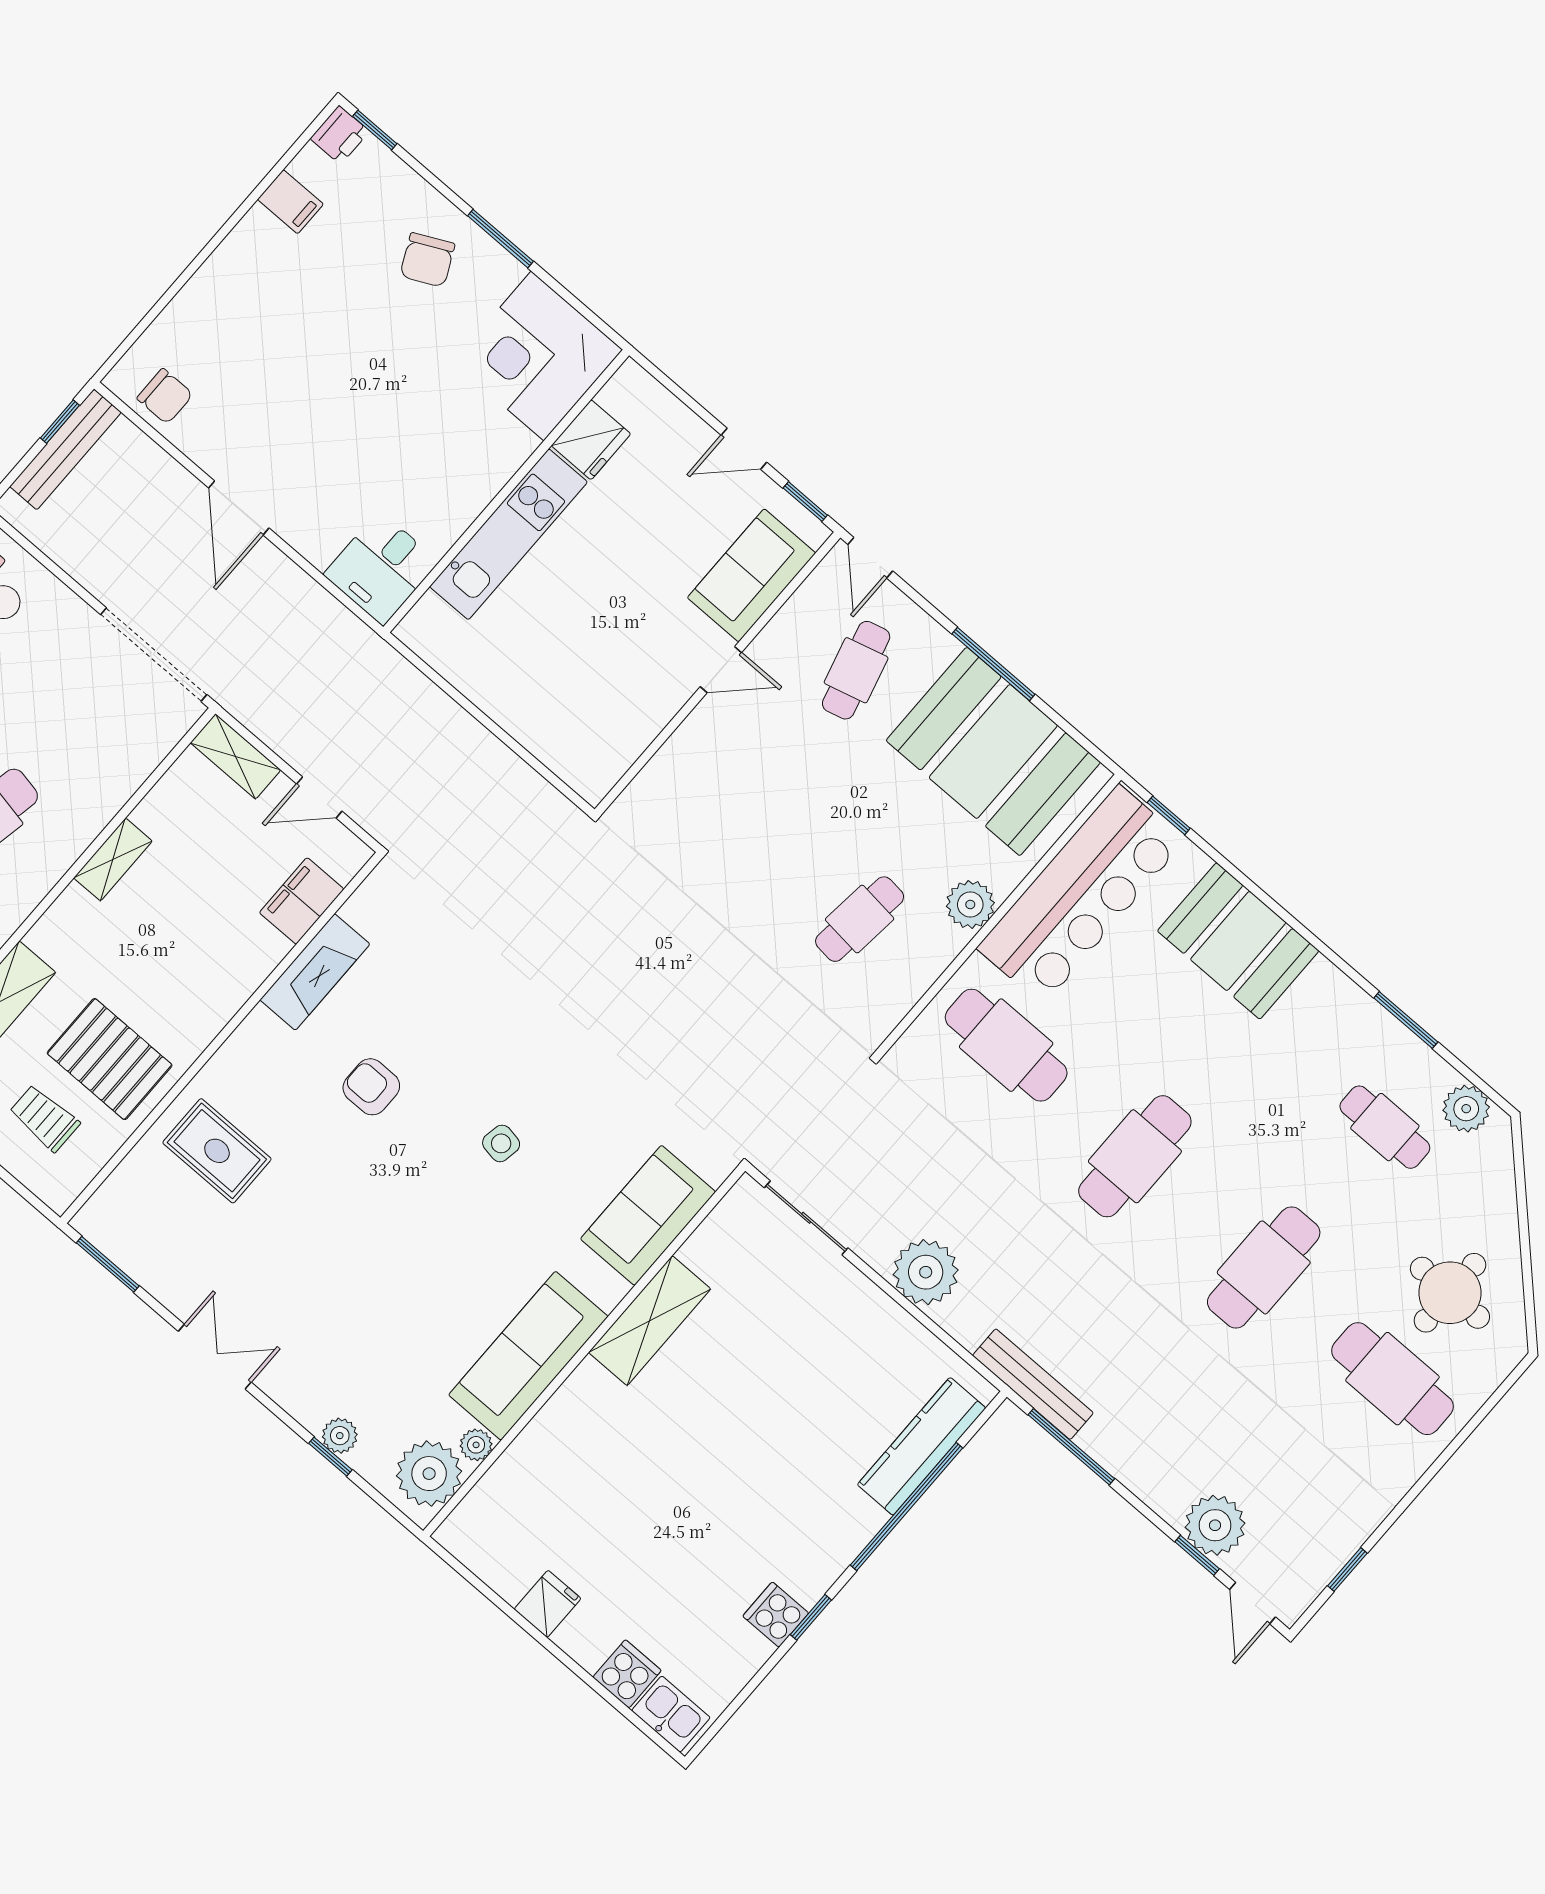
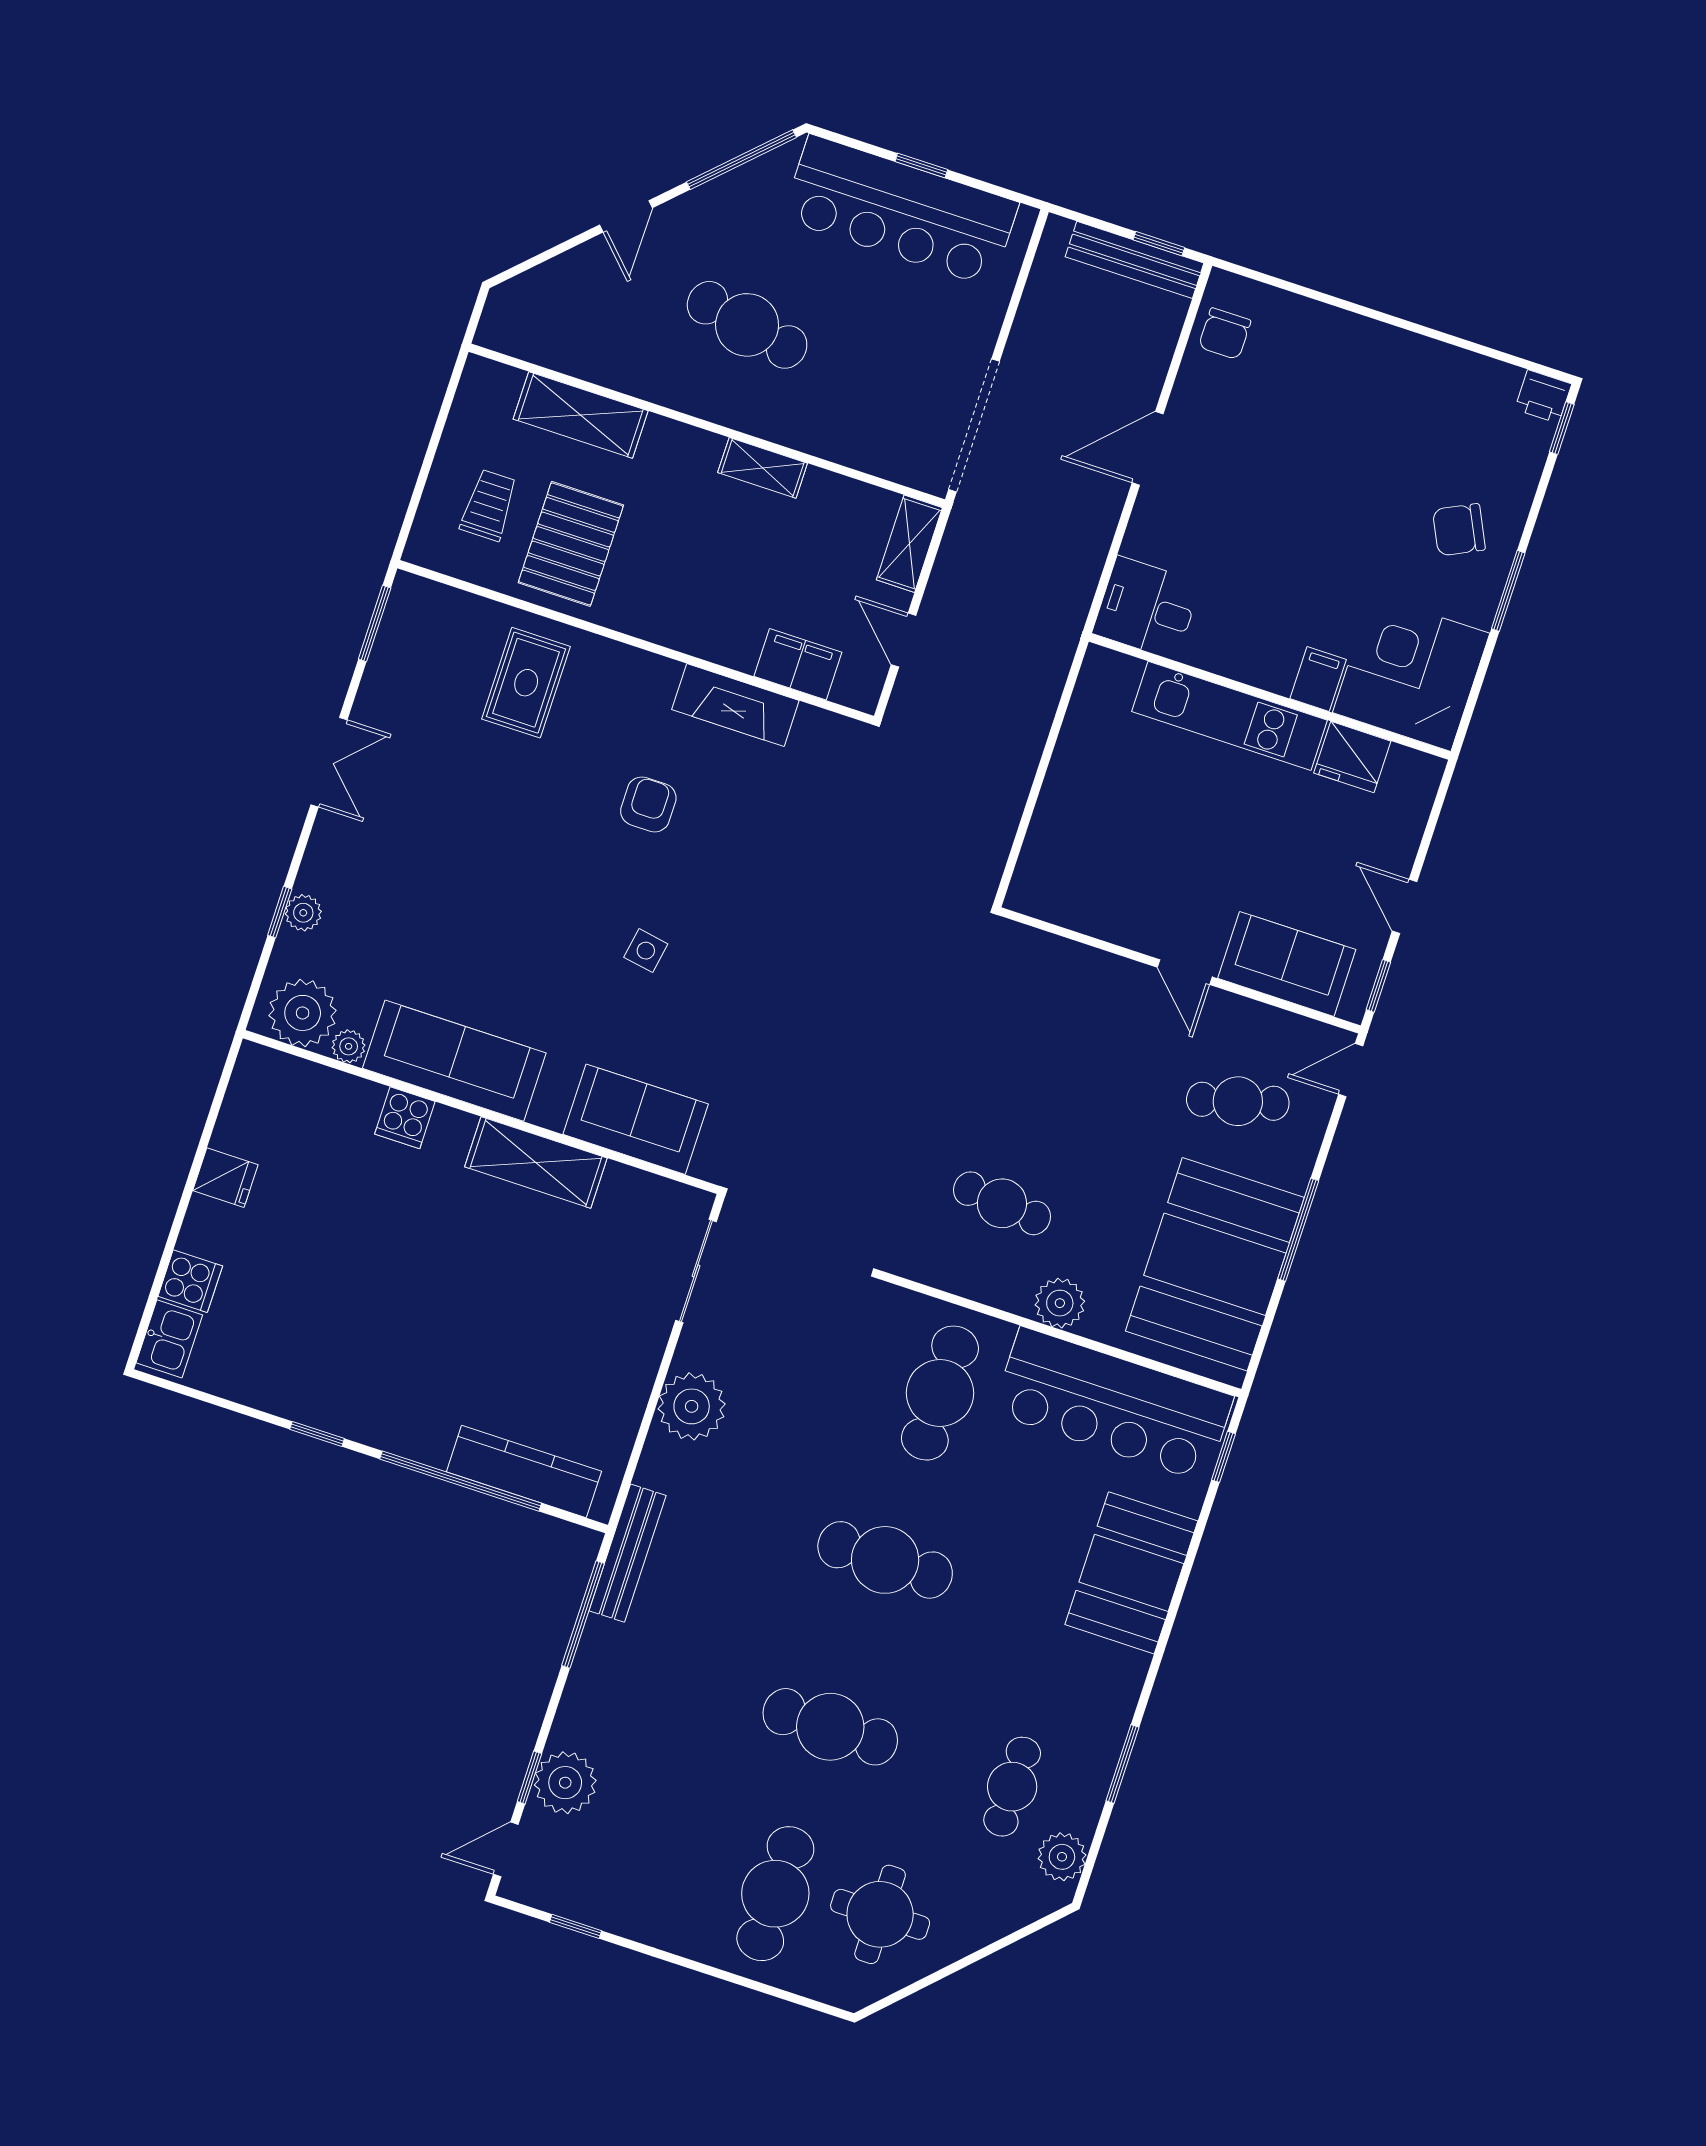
filing cabinet: (290, 202) -> (1318, 679), moved, turned 180
cooker: (776, 1615) -> (405, 1118), moved, turned 180

